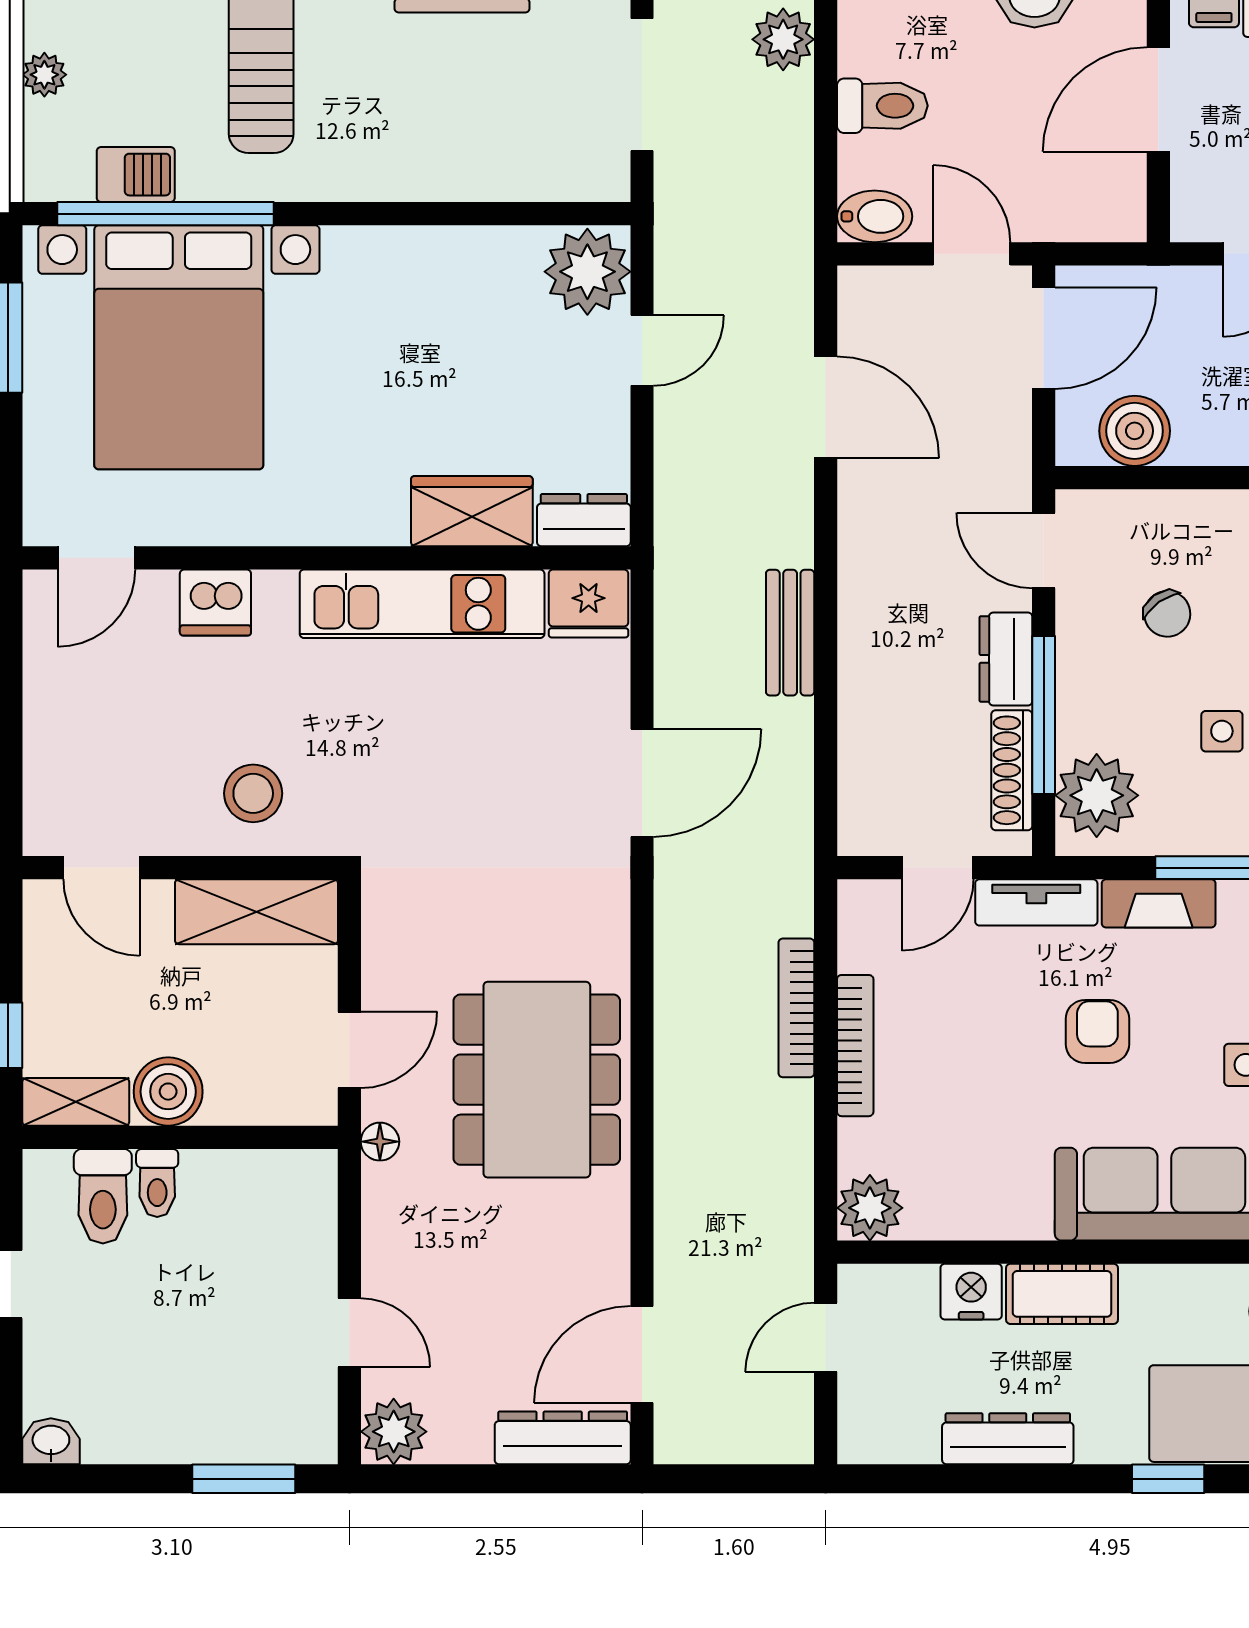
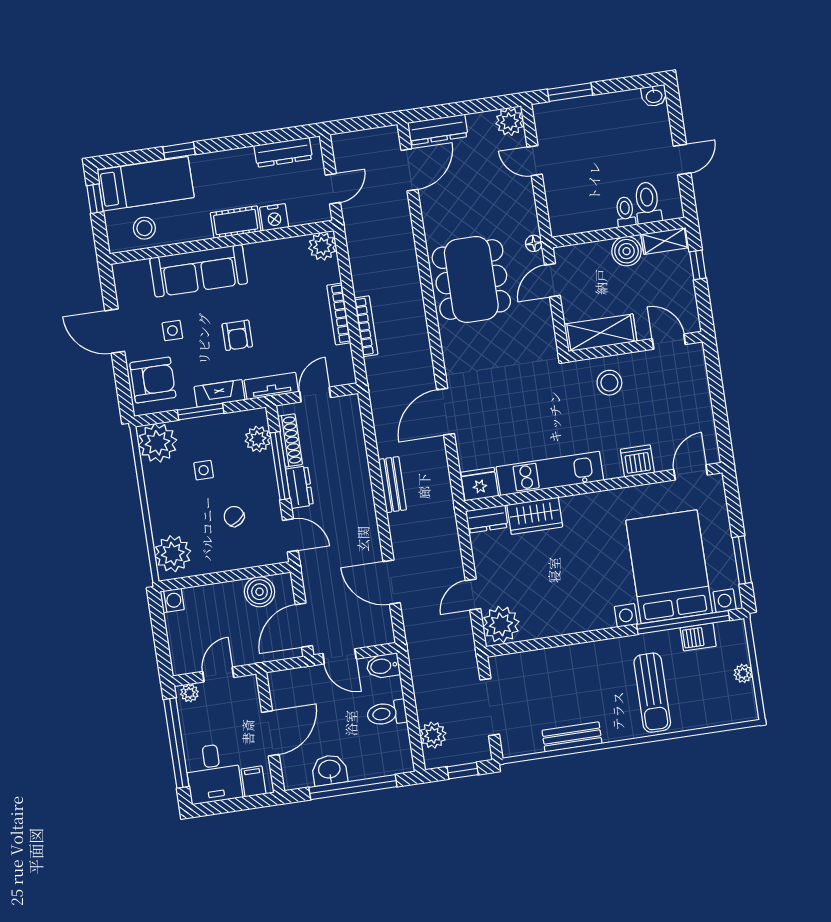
plant: (1097, 795) -> (258, 439), width x0.73, depth x0.73
dresser: (1008, 1439) -> (283, 152), moved

